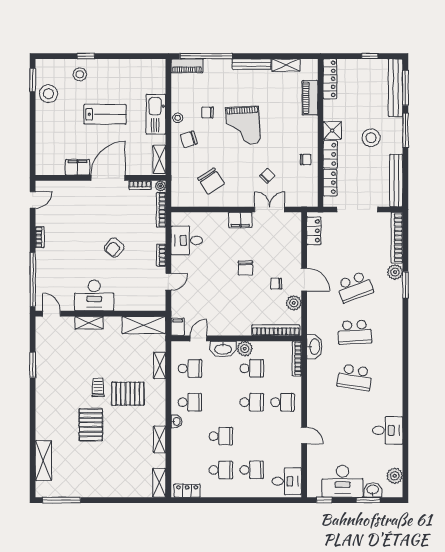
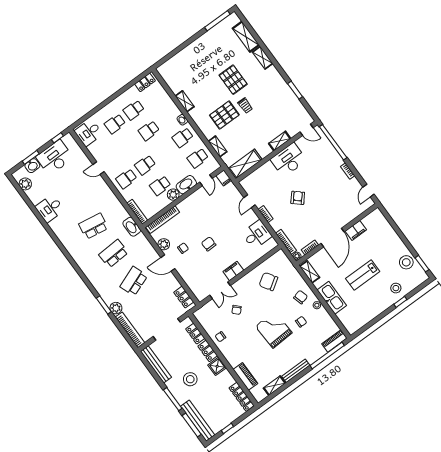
shelving: (159, 483) -> (263, 58), moved

